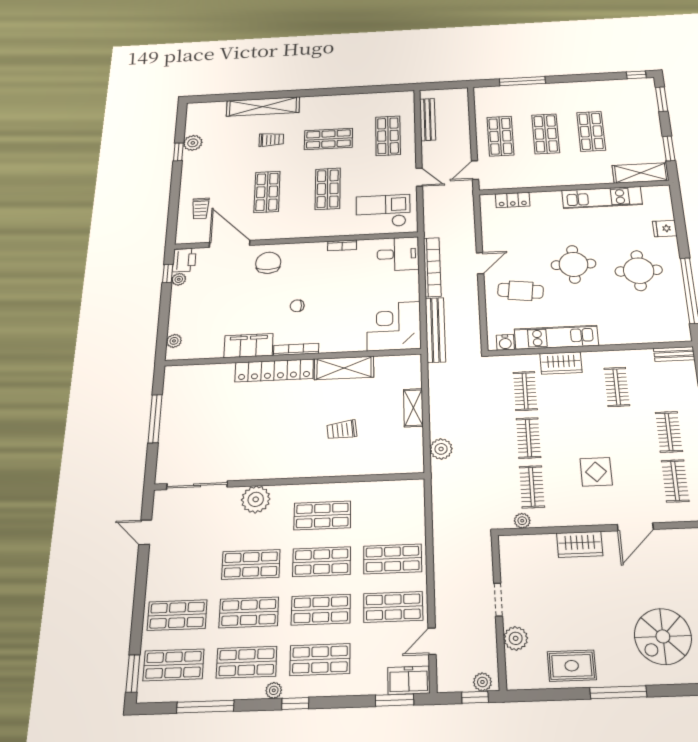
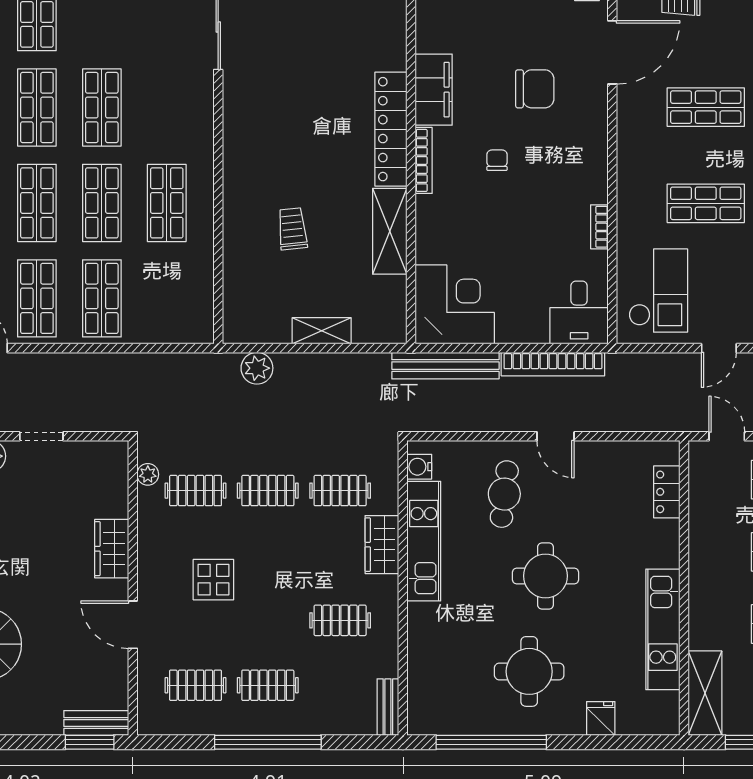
chair: (268, 263) -> (535, 89), moved
plant: (256, 499) -> (194, 110), removed

